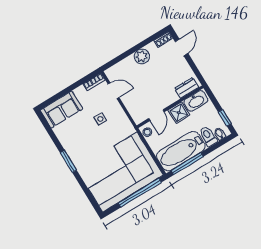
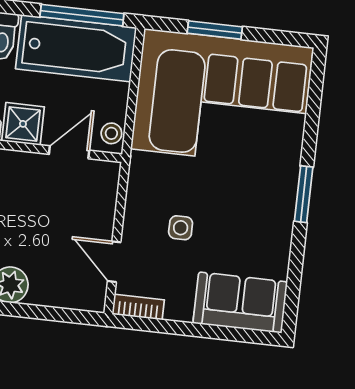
window: (140, 193) -> (215, 30), width x0.47

